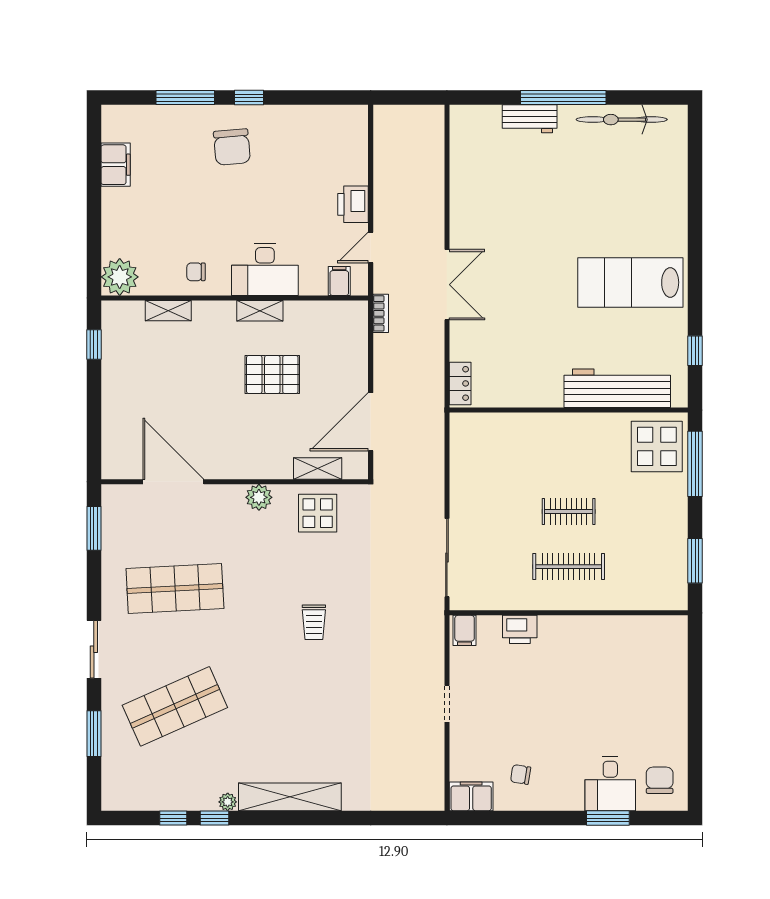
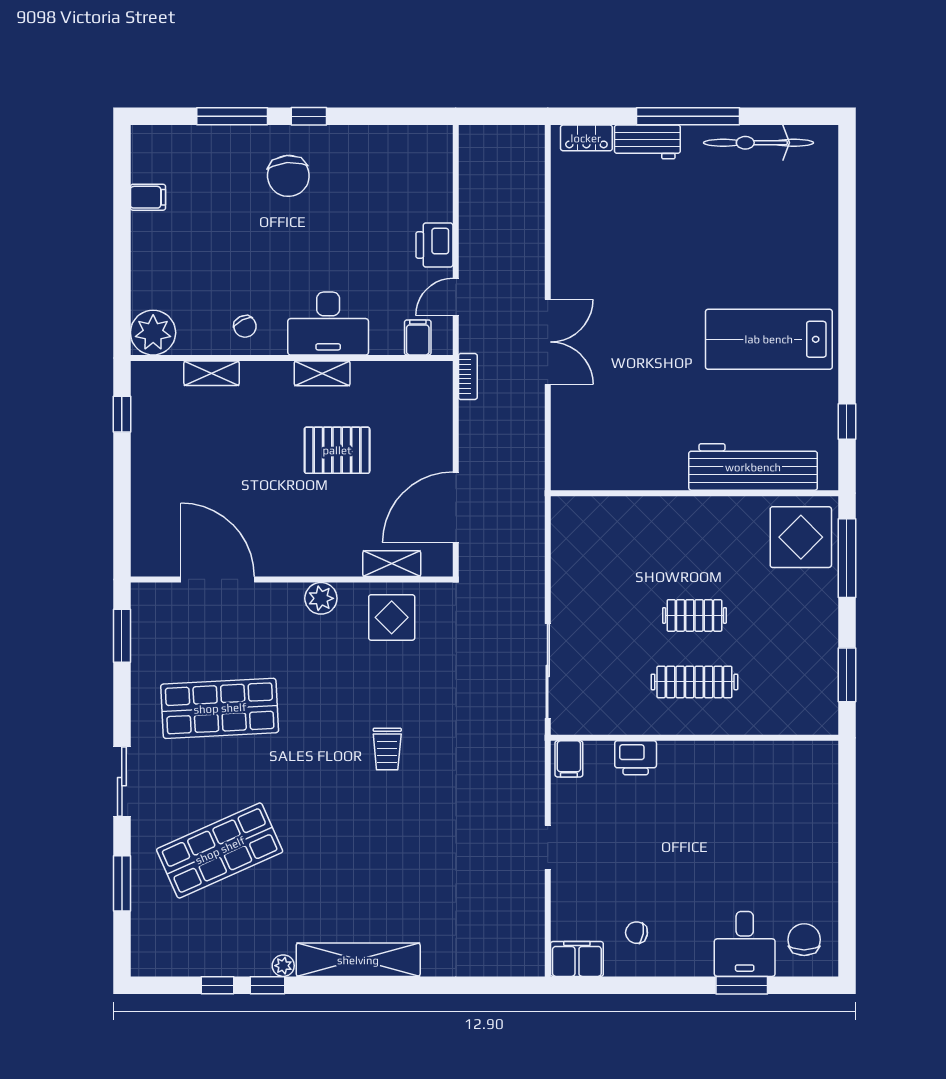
filing cabinet: (116, 165) -> (148, 197), width x0.50
chair: (196, 272) -> (245, 326), turned -117
locker: (460, 383) -> (586, 138), moved, turned 90

